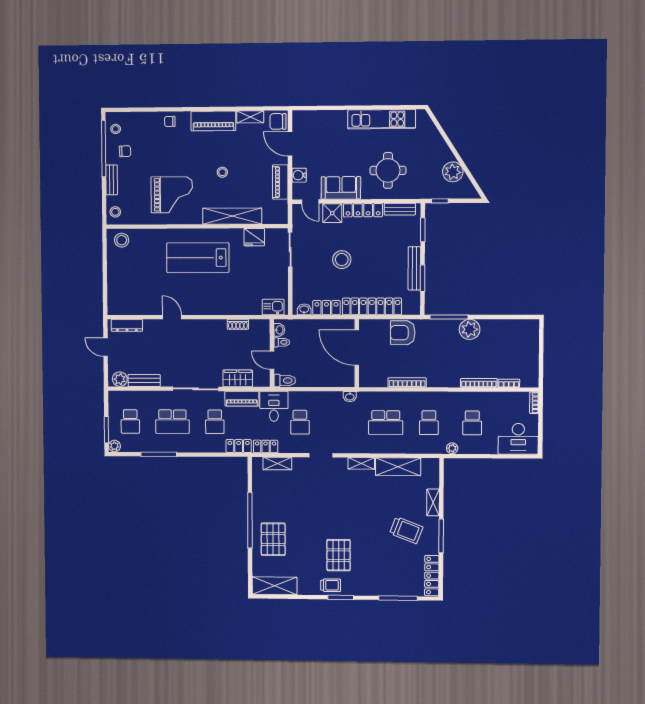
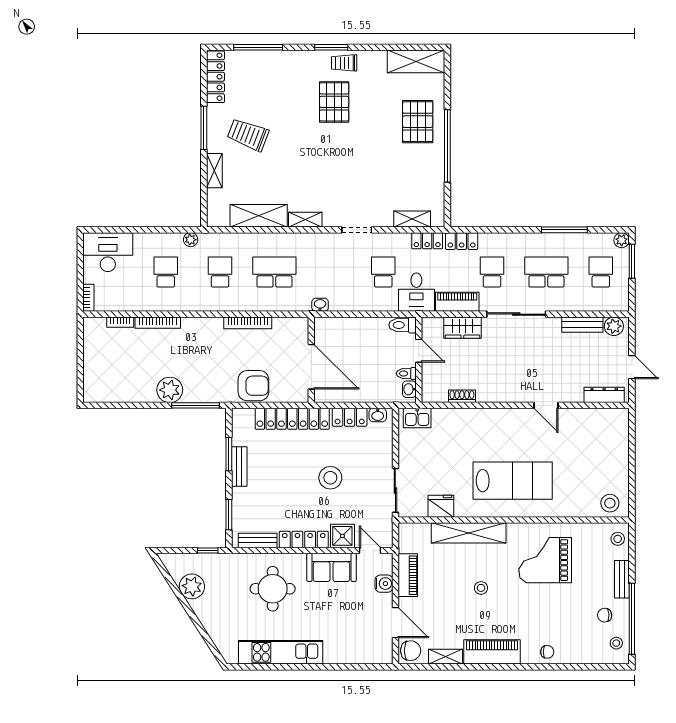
bench: (414, 268) -> (239, 466), width x0.73

